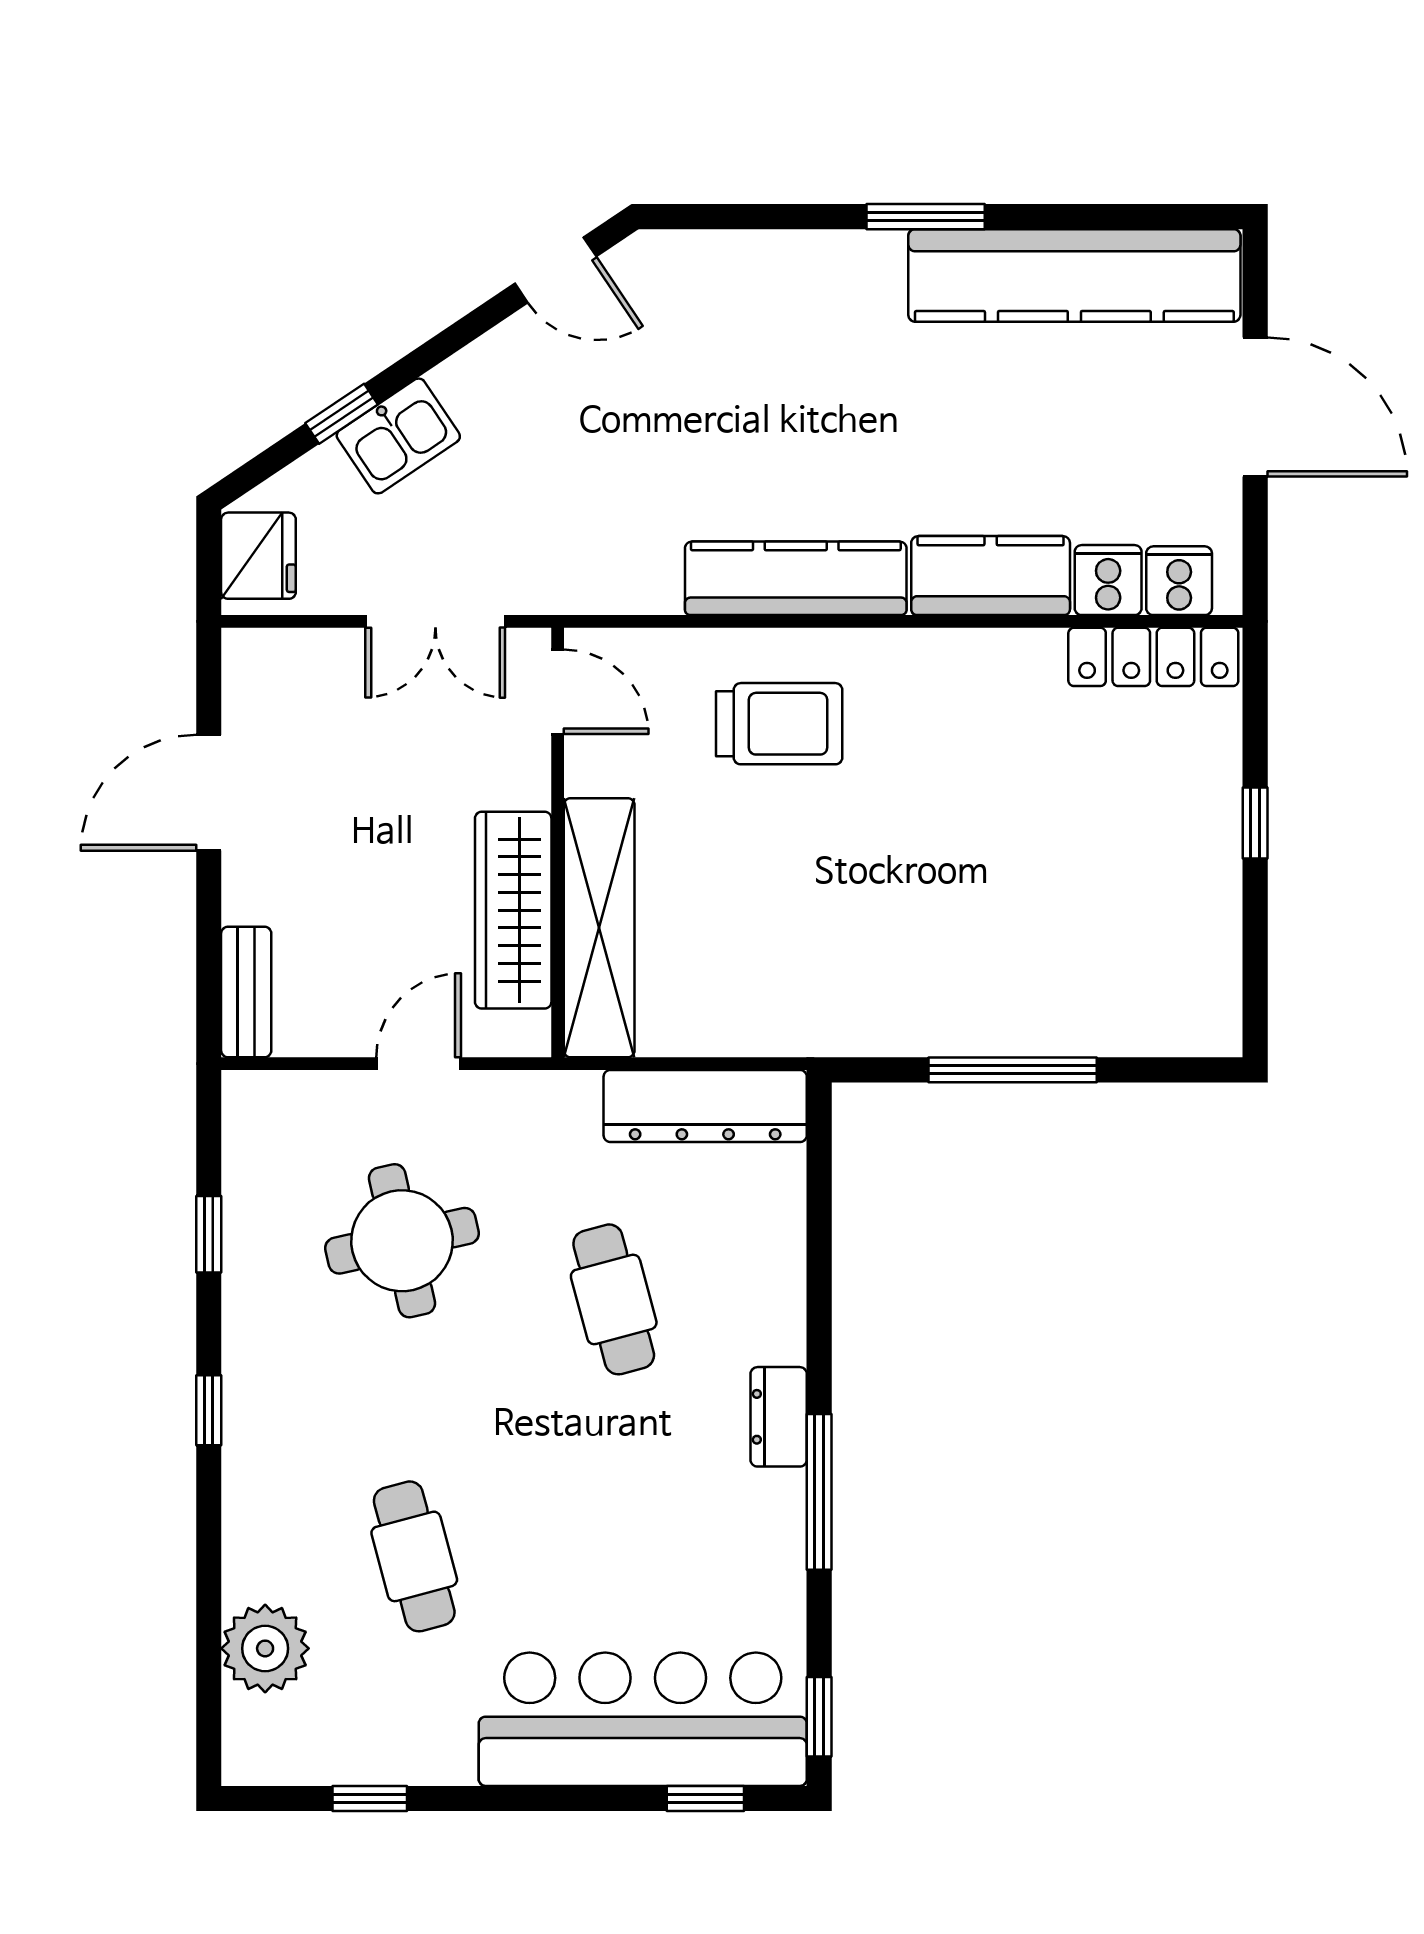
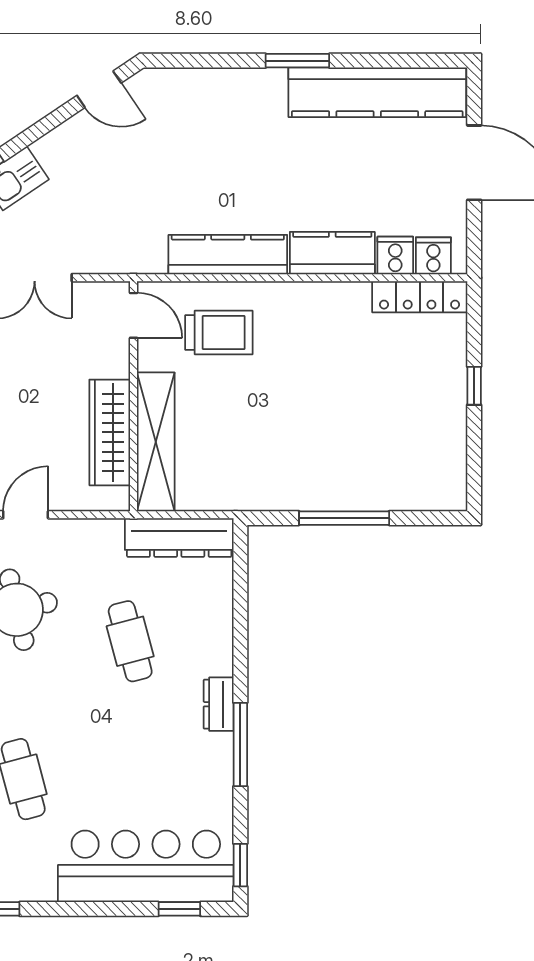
door: (558, 692) -> (133, 315), moved
wall: (558, 843) -> (133, 396), moved
wardrobe: (513, 910) -> (110, 432), moved
shelving: (599, 928) -> (156, 442), moved

